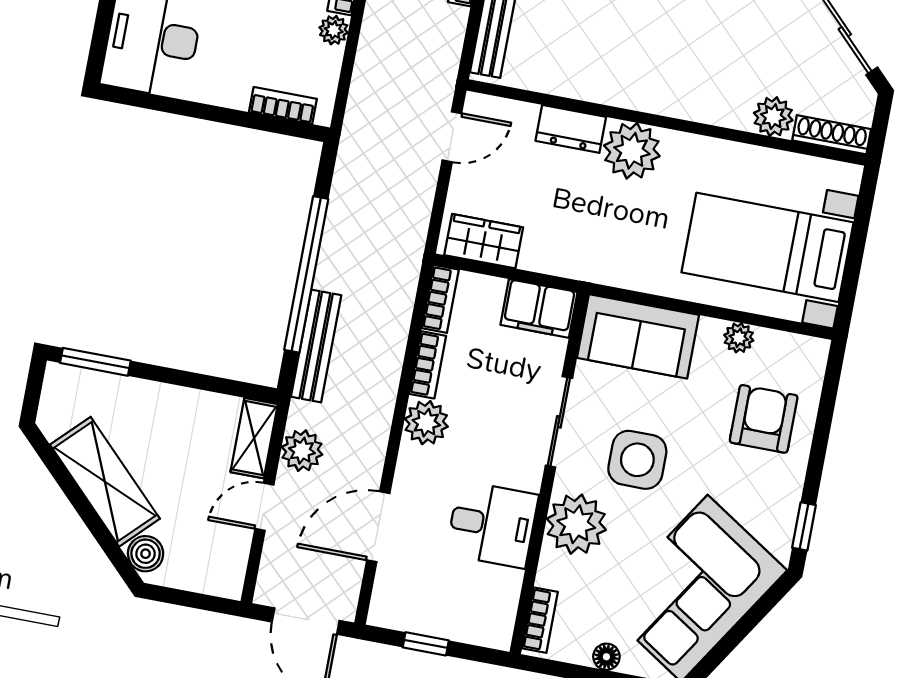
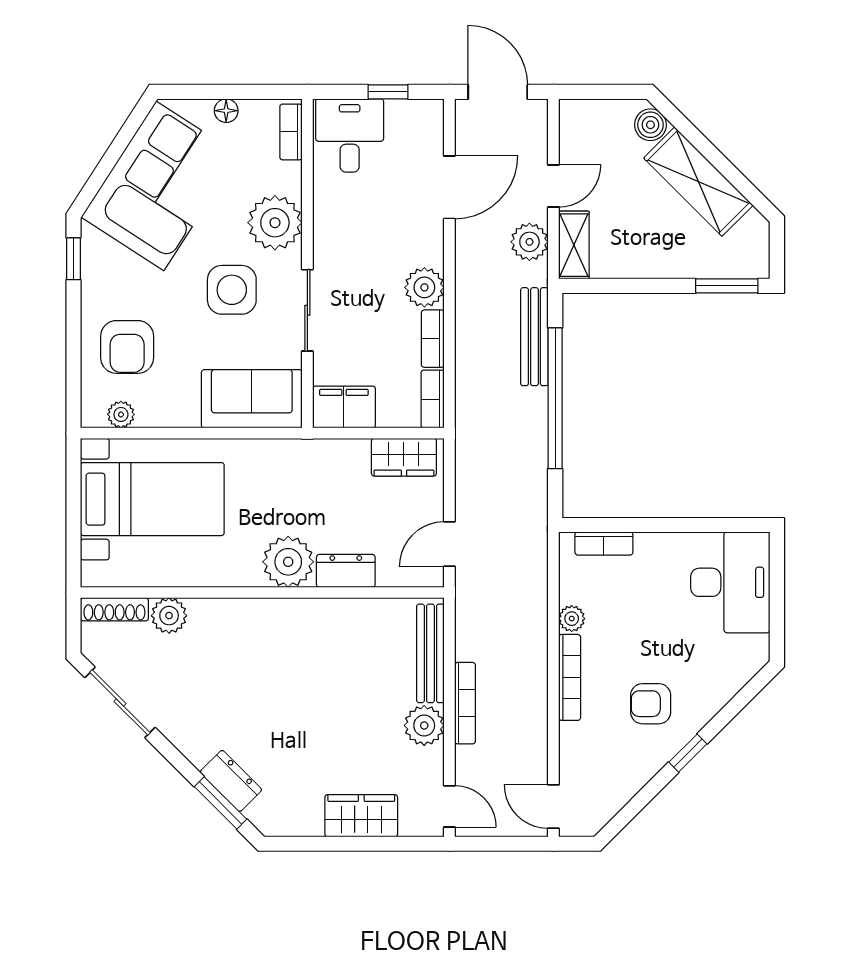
plant: (739, 338) -> (121, 414), moved
desk: (492, 525) -> (350, 135), moved, turned 90

